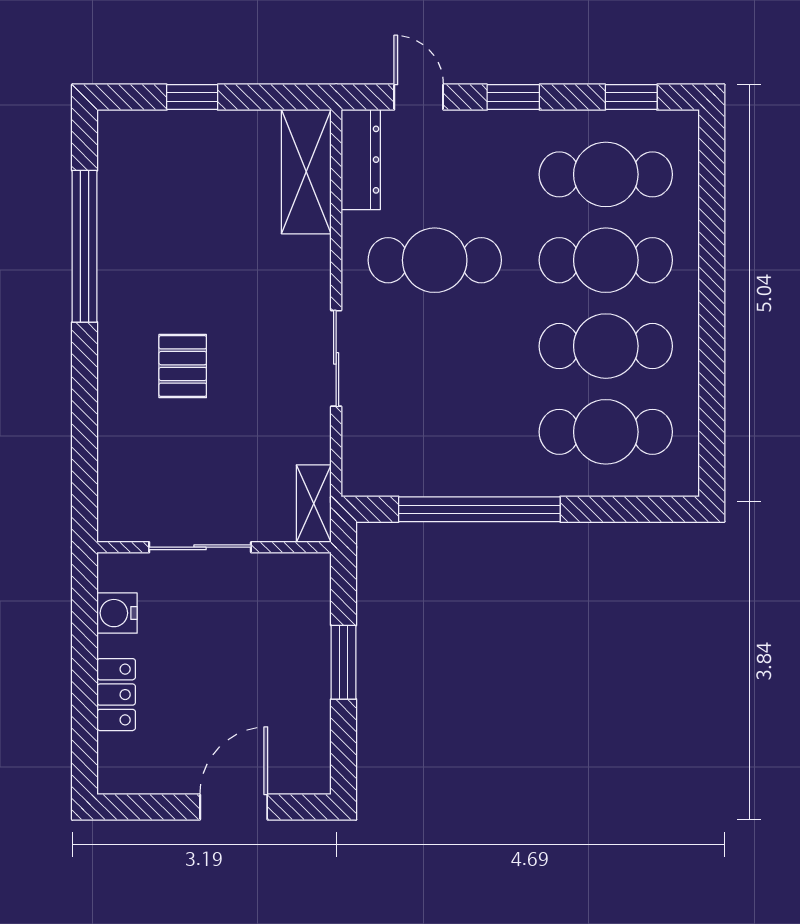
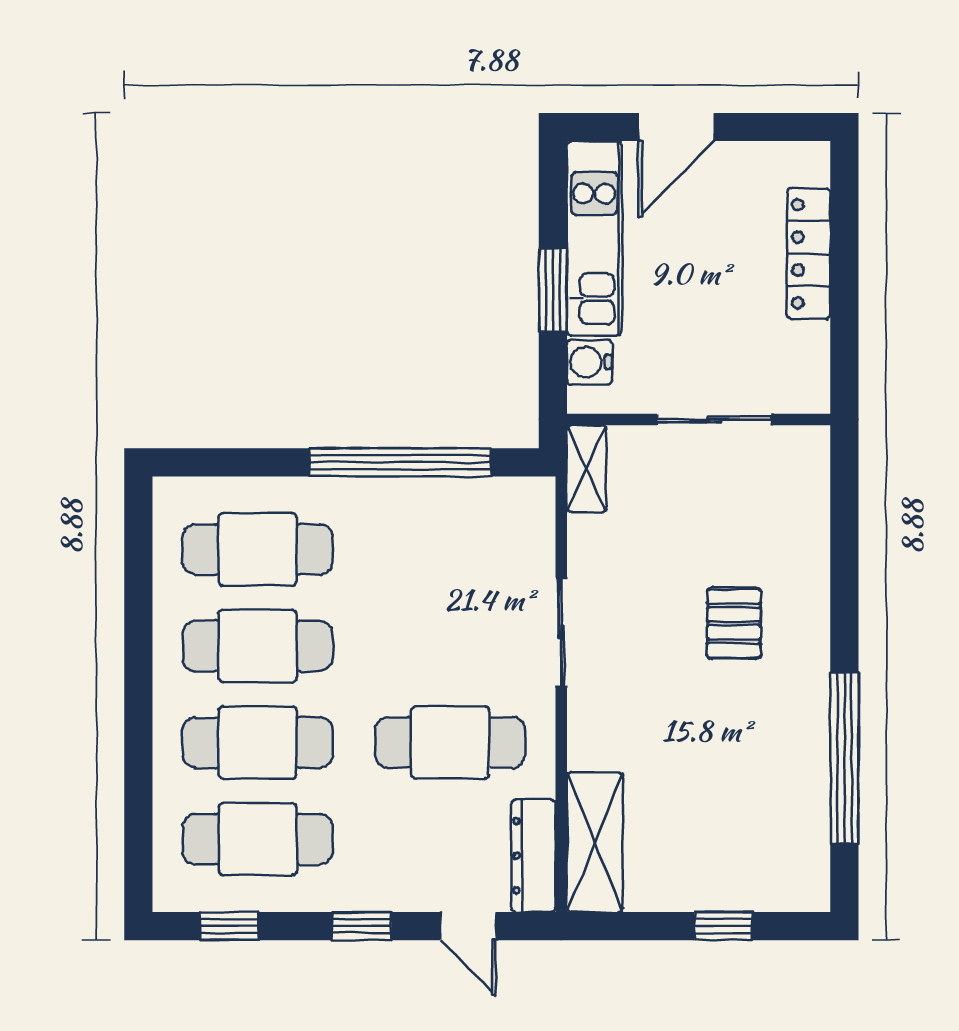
water cooler: (117, 613) -> (589, 362), moved, turned 180
locker: (116, 695) -> (809, 254), width x1.53
kitchen unit: (307, 708) -> (594, 238), added

